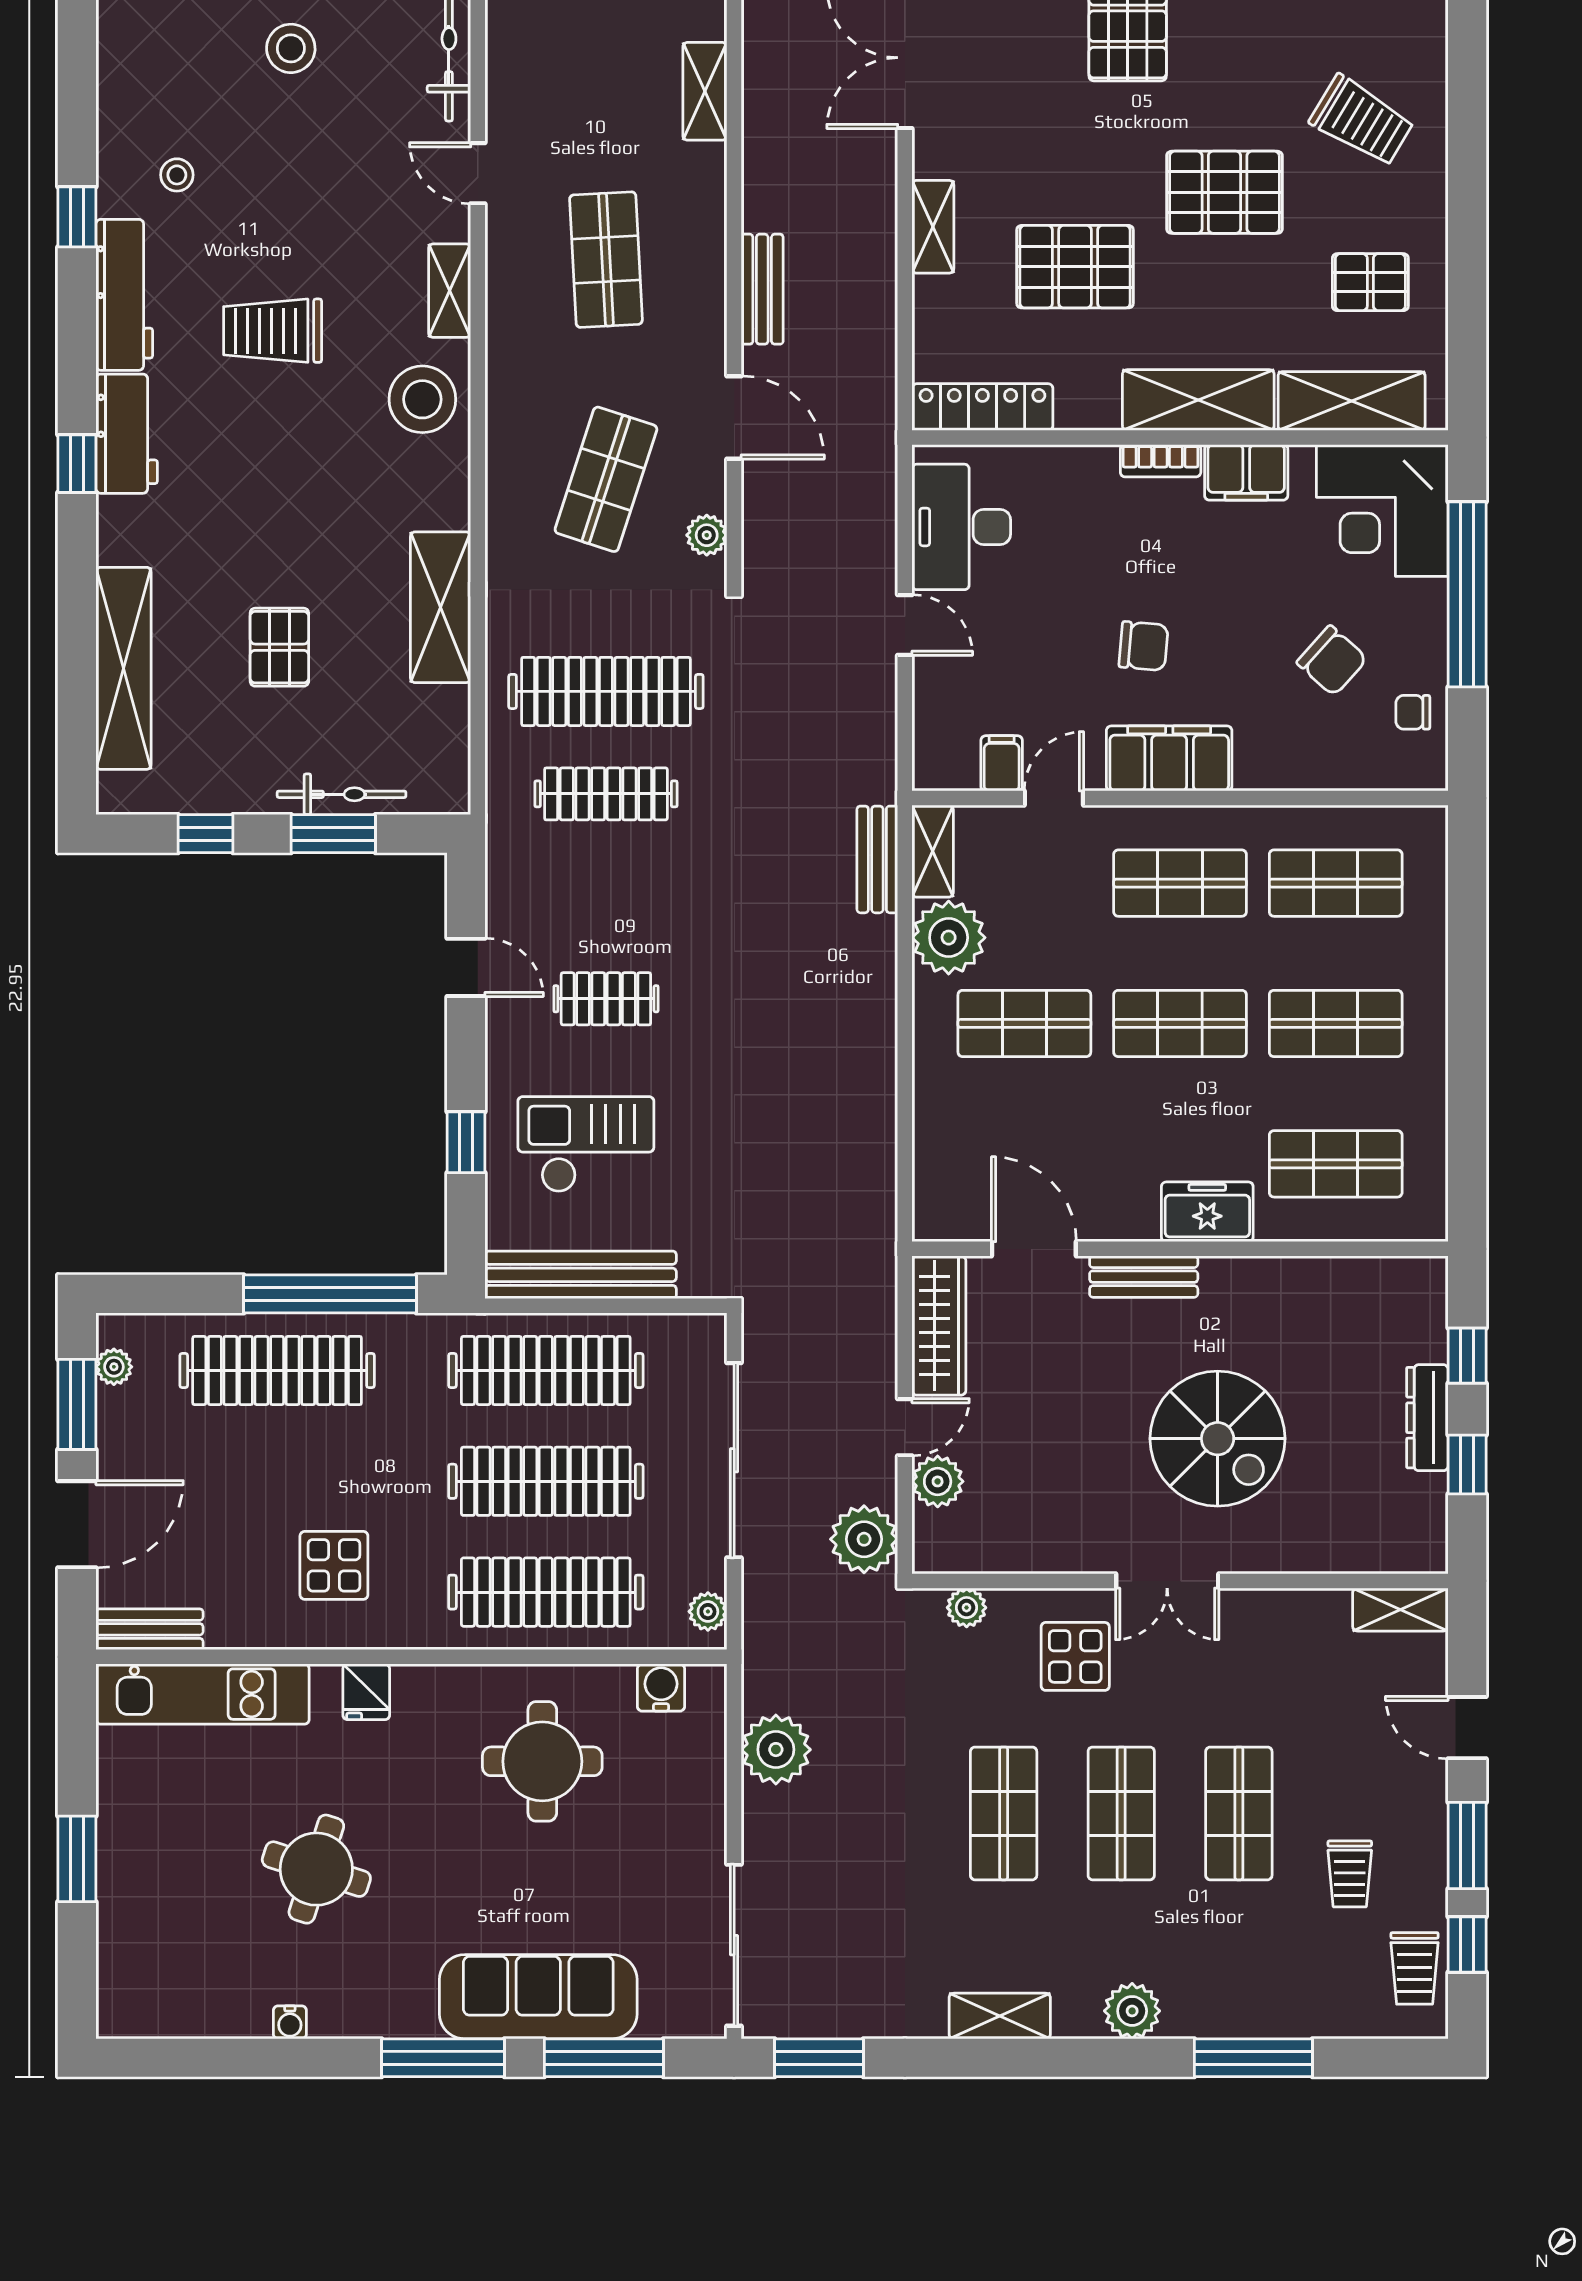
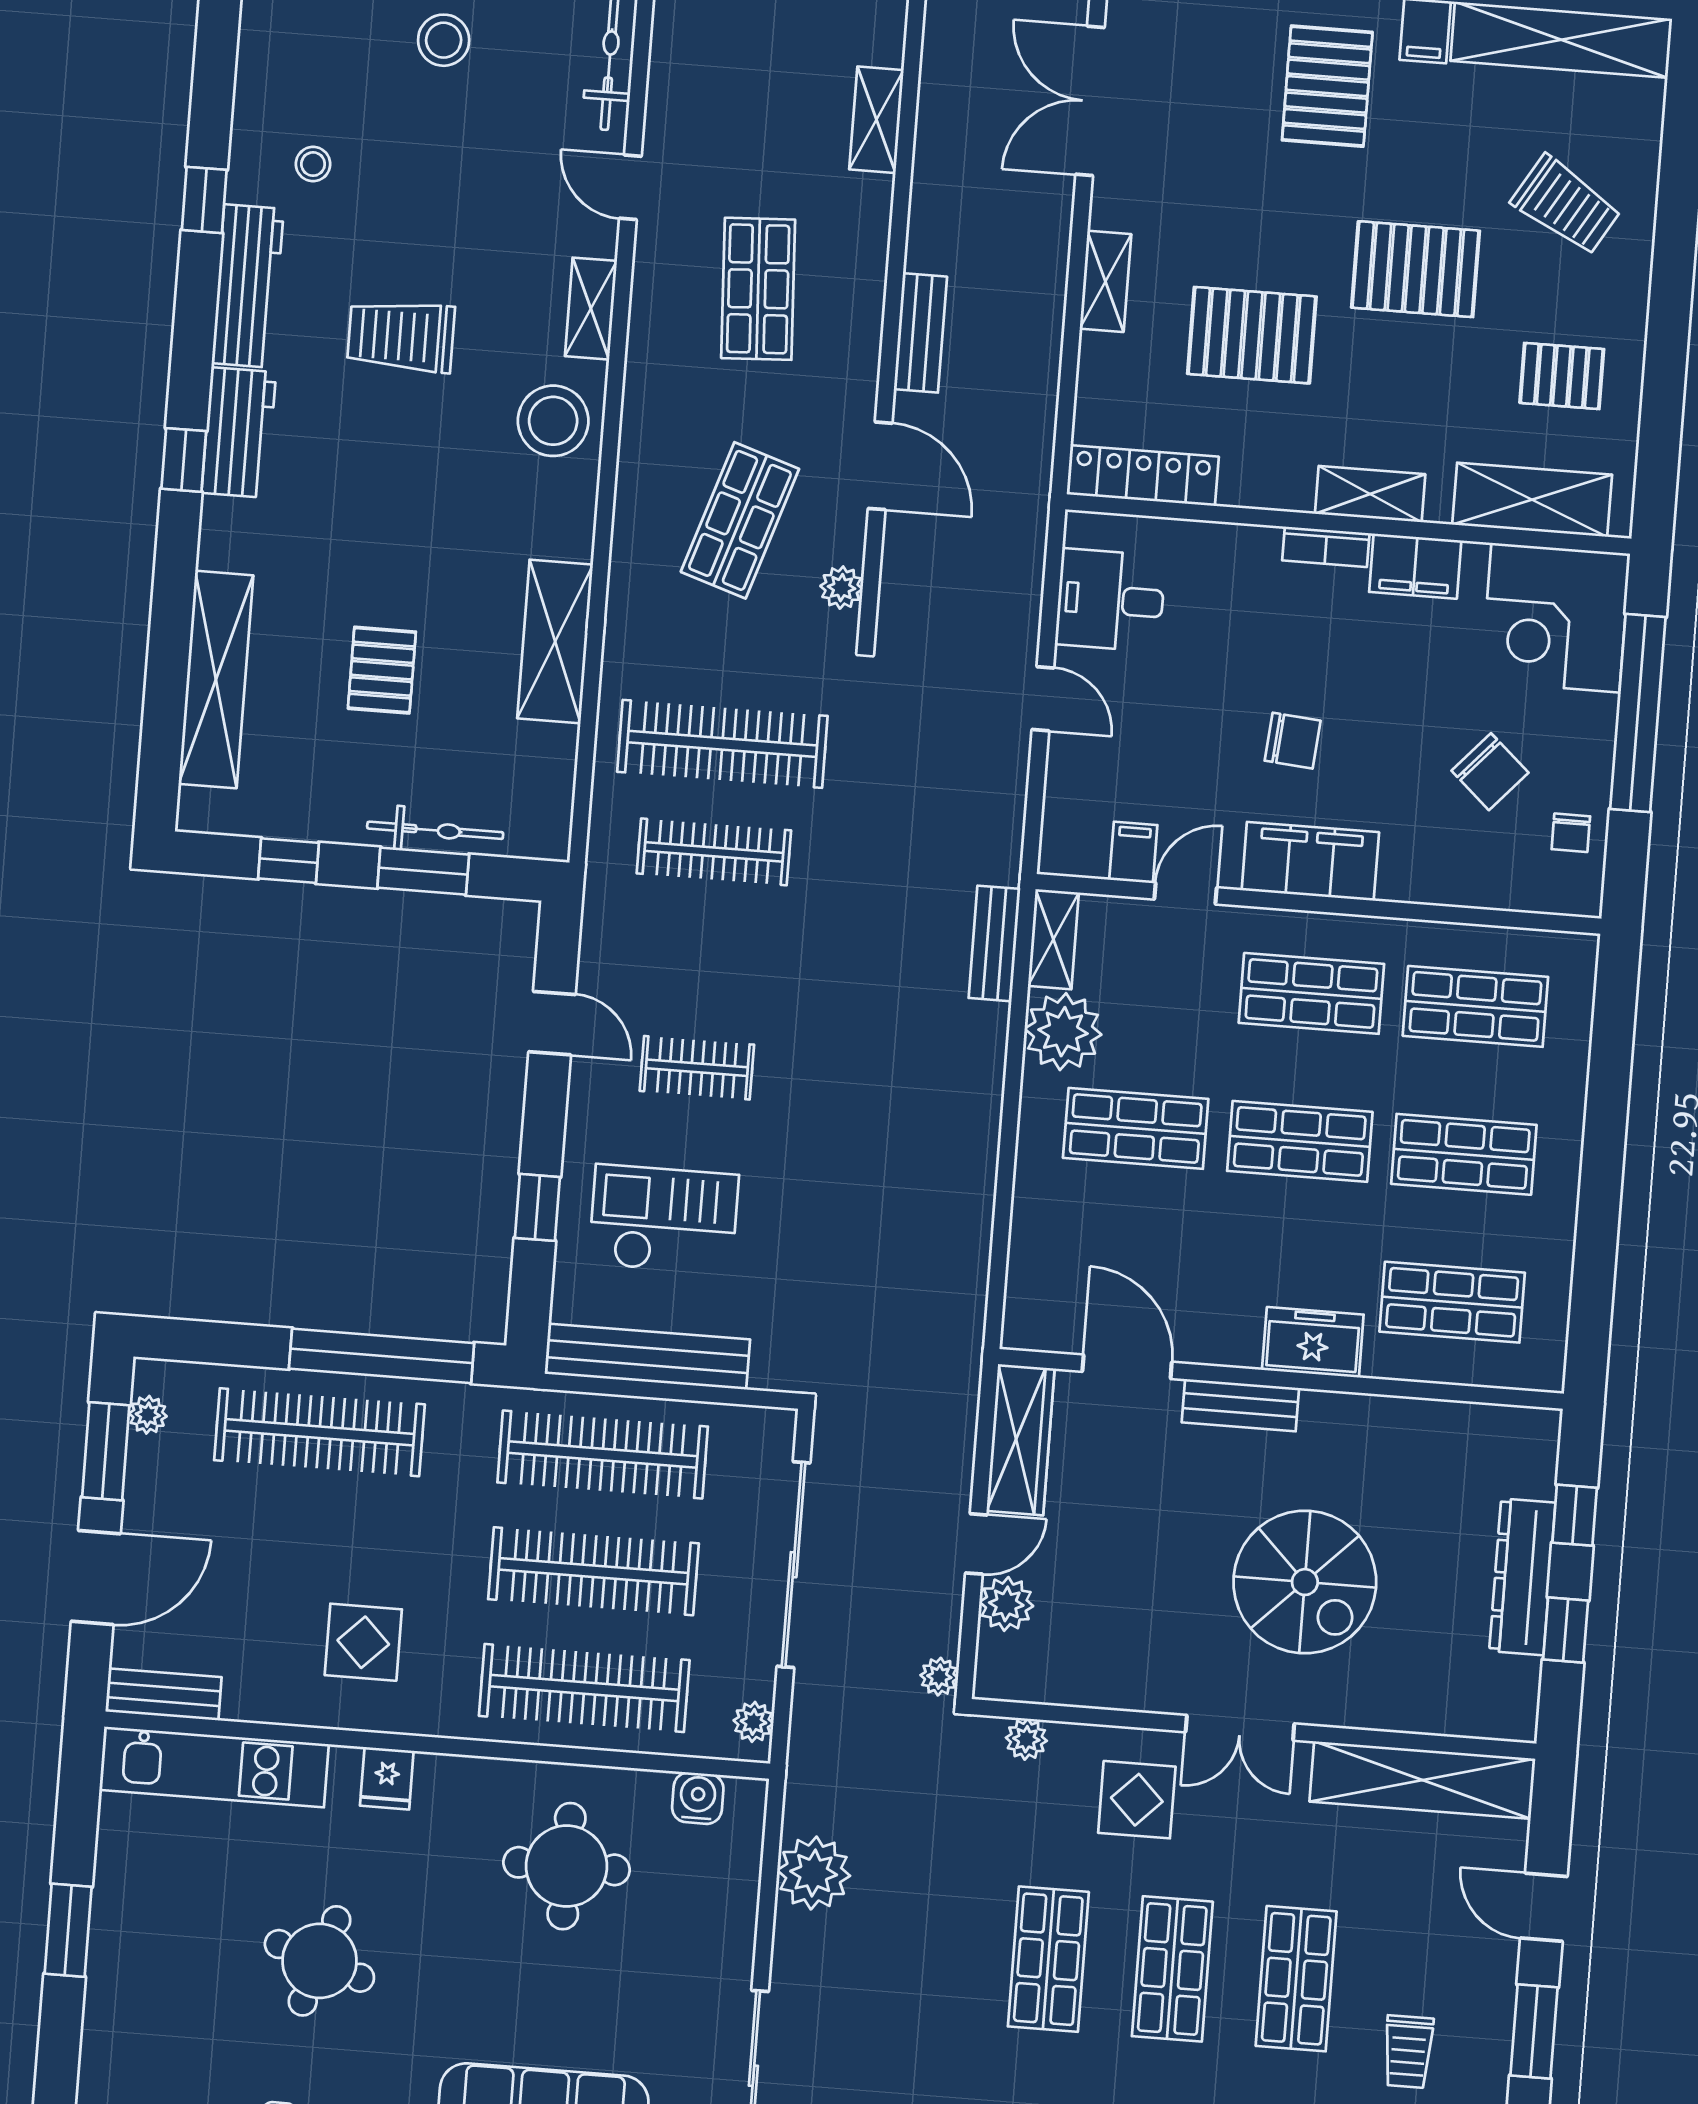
shelving: (1198, 400) -> (1370, 494), width x0.67, depth x0.75
desk: (961, 527) -> (1110, 600), width x0.73
chair: (1413, 712) -> (1571, 833), turned -90
dresser: (1427, 1418) -> (1522, 1577), width x1.37, depth x1.24
plant: (864, 1539) -> (939, 1677), width x0.53, depth x0.53
shelving: (1400, 1610) -> (1422, 1780), width x2.20, depth x1.33

